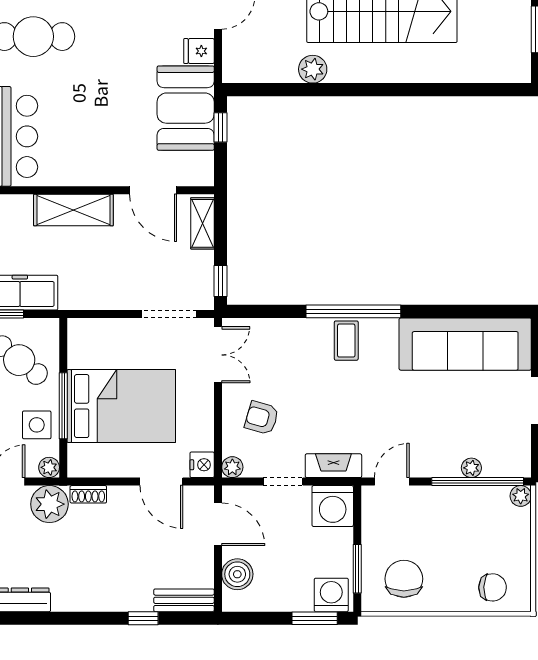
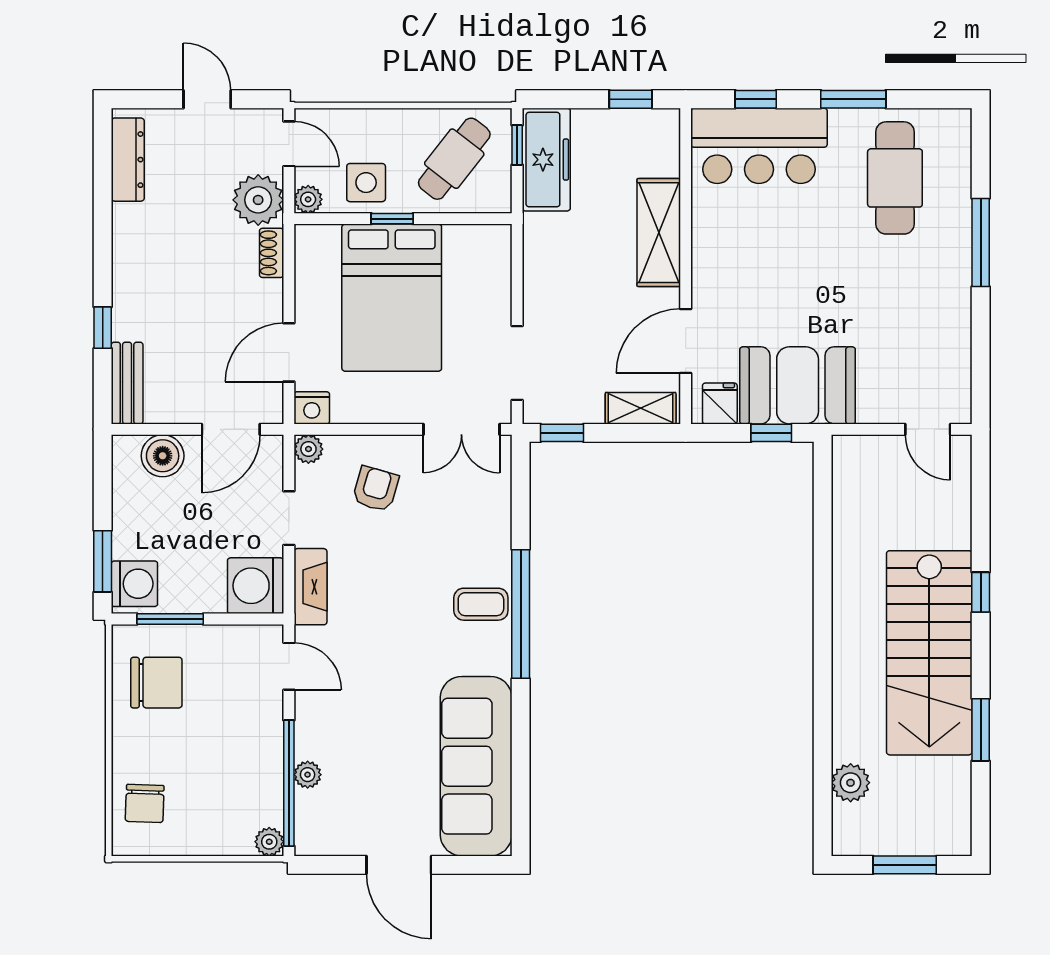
fridge: (199, 51) -> (720, 403), moved
plant: (313, 69) -> (851, 783), moved
window: (63, 406) -> (392, 219), width x0.46

